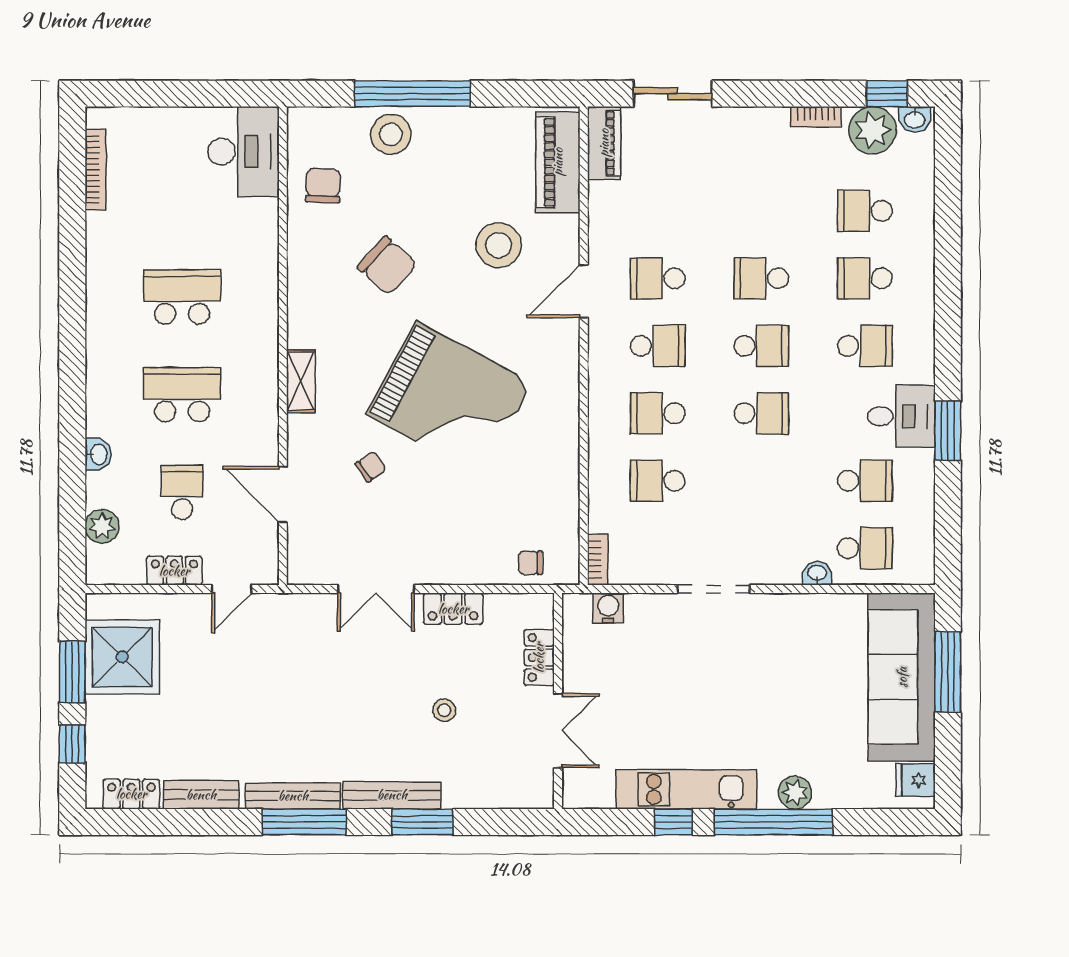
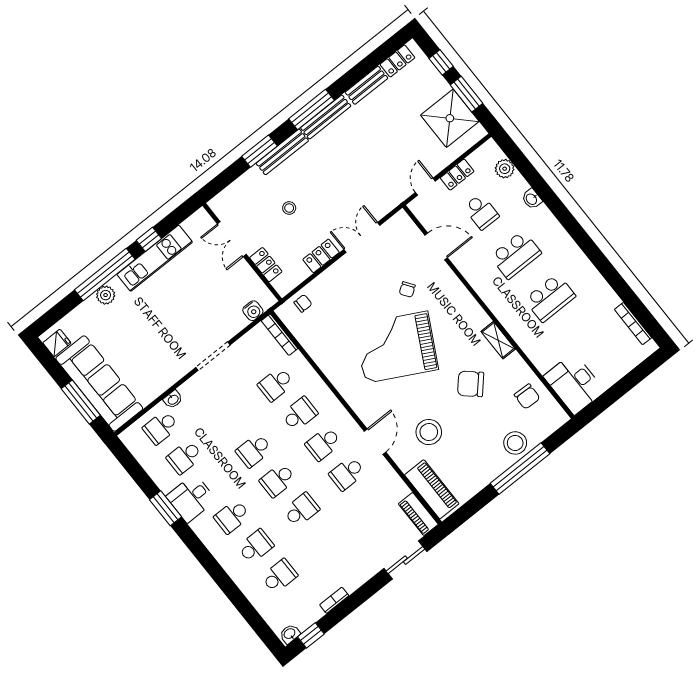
plant: (873, 130) -> (304, 614), removed
school desk: (658, 278) -> (347, 473), turned 180
shelving: (301, 381) -> (498, 340), moved
school desk: (658, 481) -> (276, 384), turned 180
bookcase: (598, 560) -> (280, 335), width x1.56

